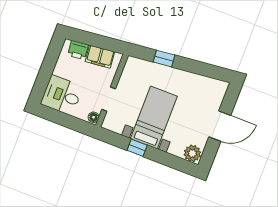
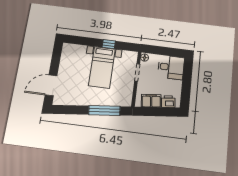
window: (164, 59) -> (104, 110), width x2.17
door: (220, 126) -> (51, 85), moved
plant: (192, 153) -> (69, 49), removed

